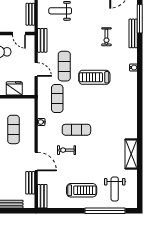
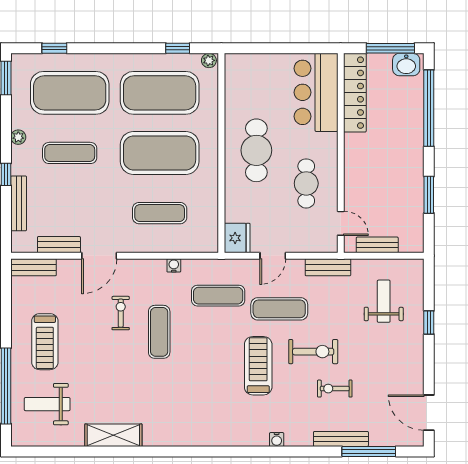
door: (19, 34) -> (341, 223), swing flipped
exercise bike: (87, 48) -> (313, 352), added
fridge: (14, 88) -> (237, 238), moved

